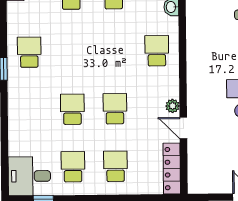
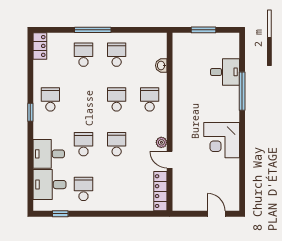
desk: (28, 122) -> (49, 154), added
school desk: (115, 166) -> (117, 99), moved
desk: (29, 176) -> (49, 185), moved

